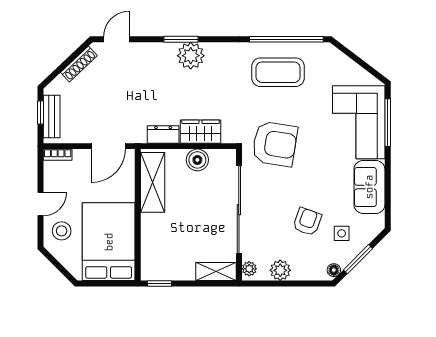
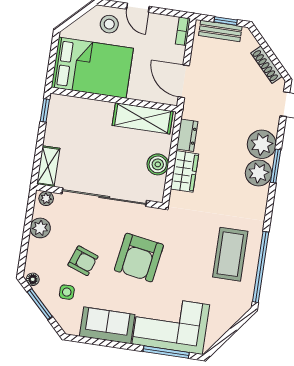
plant: (161, 57) -> (262, 144), added
armchair: (275, 144) -> (139, 258), moved

